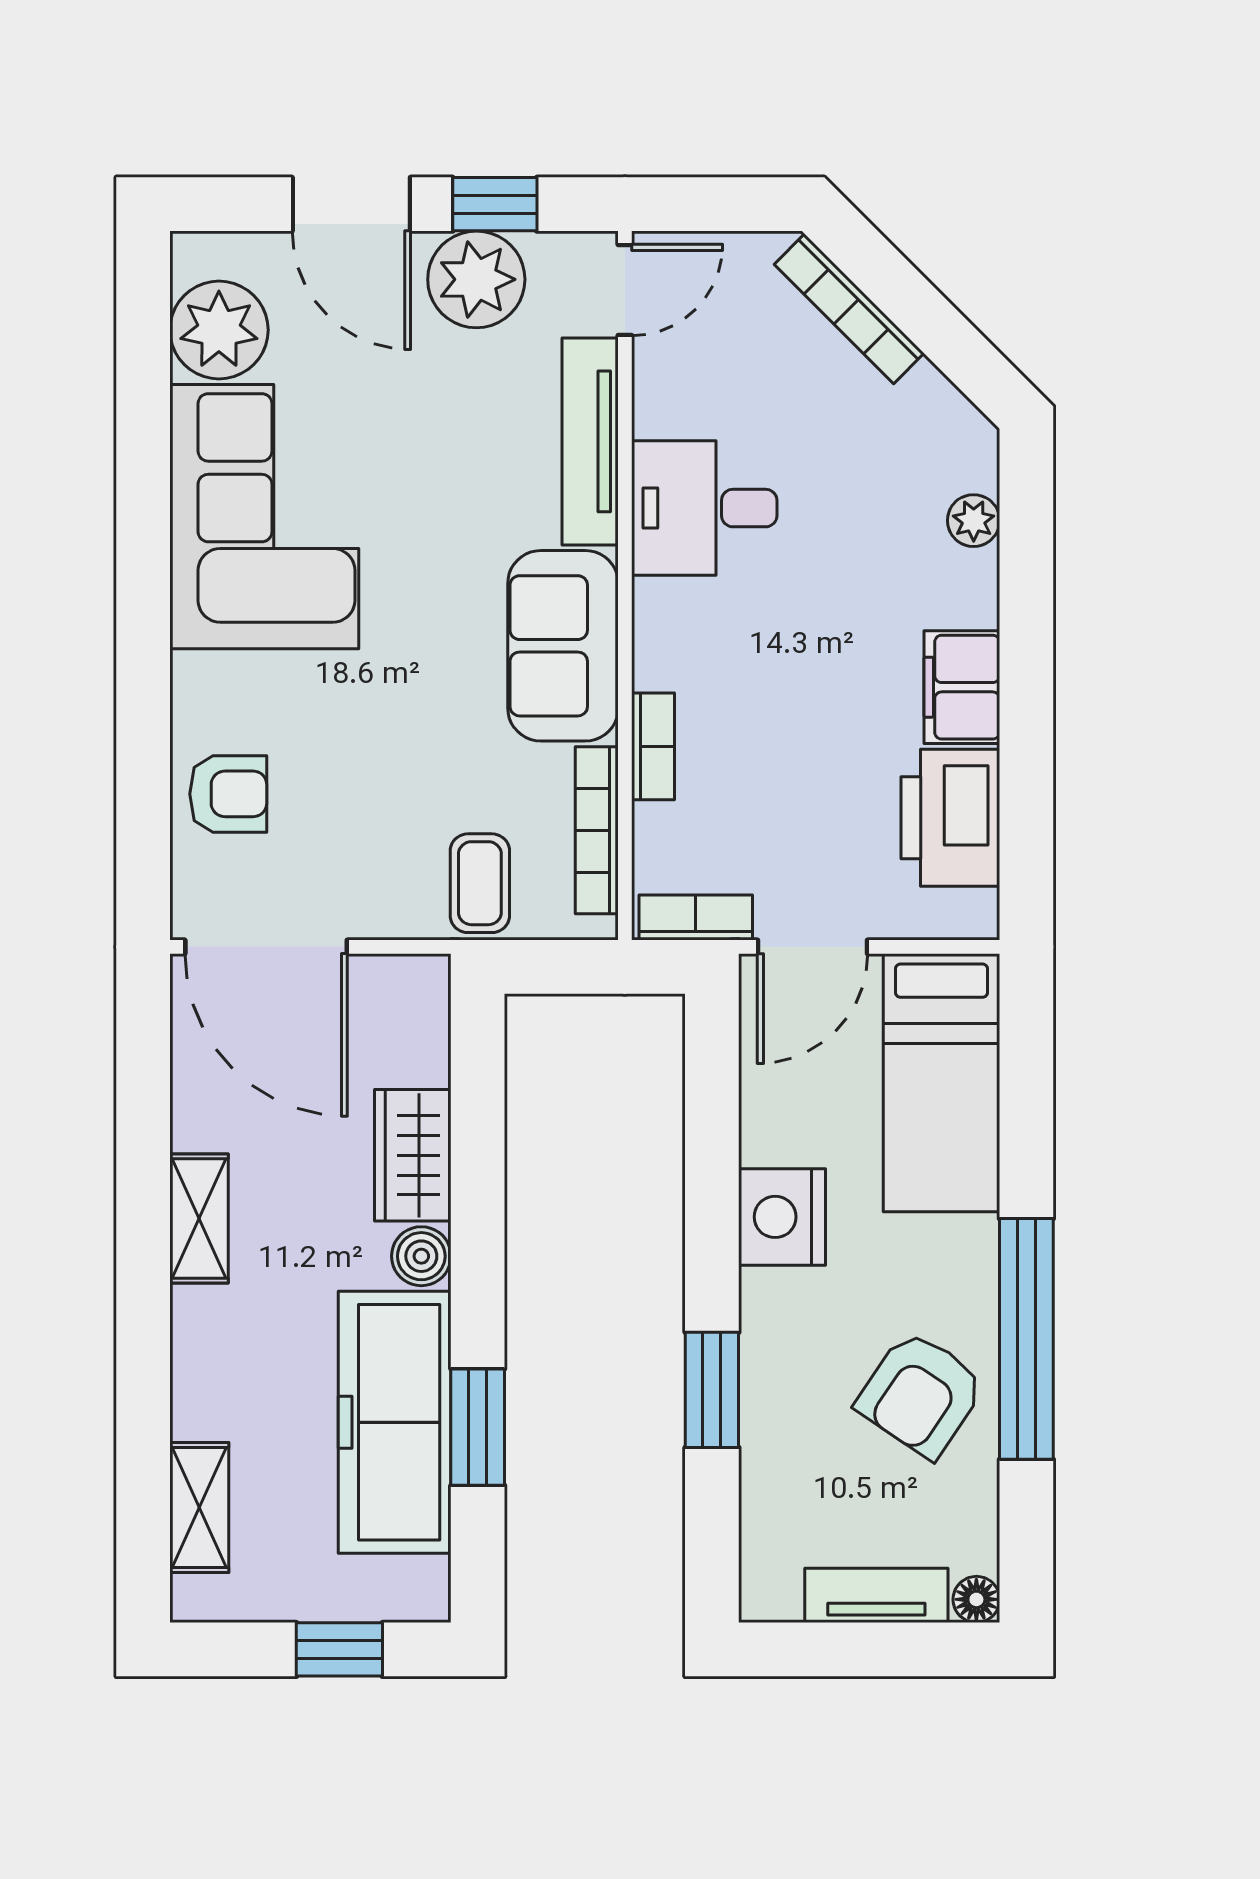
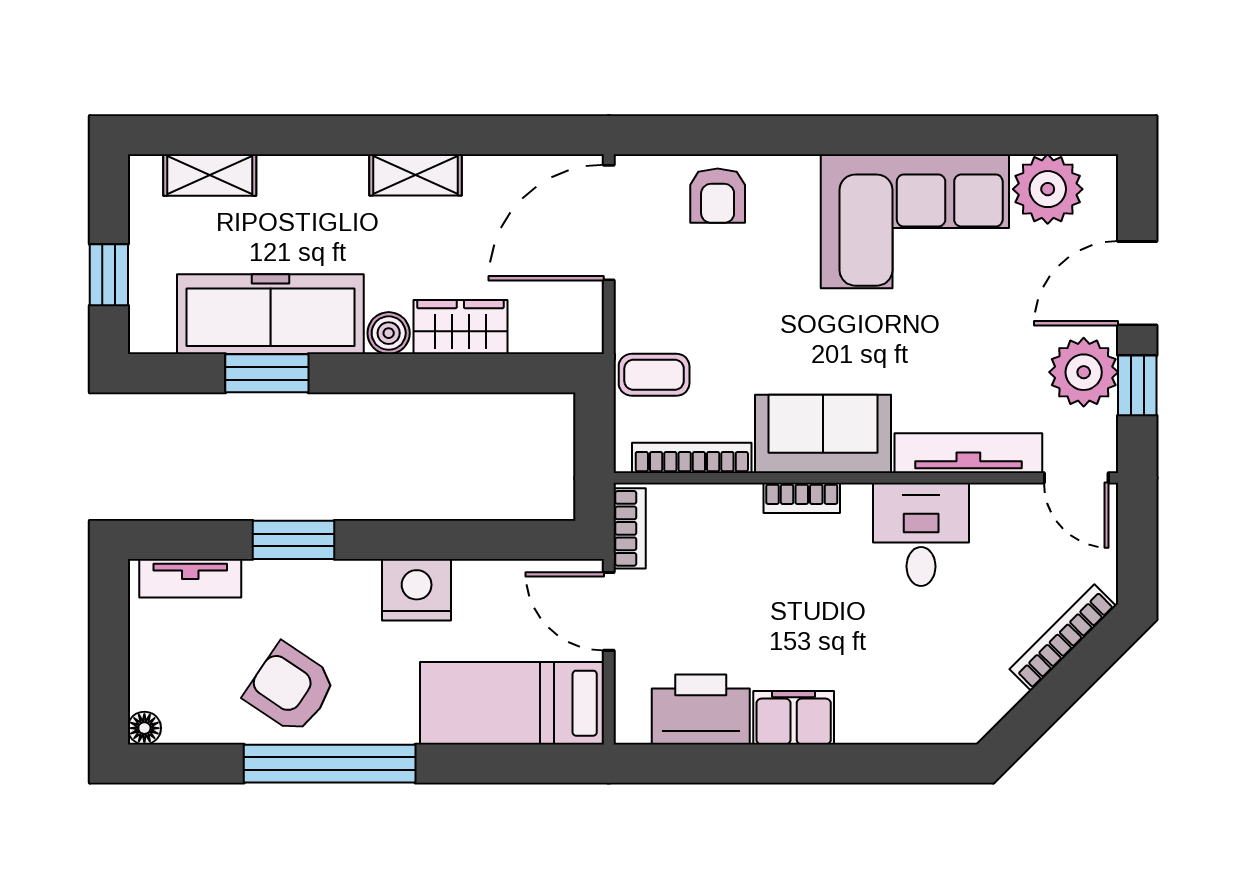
plant: (974, 521) -> (912, 726), removed
bookcase: (653, 746) -> (802, 498), moved
tv unit: (876, 1595) -> (190, 578), moved, turned 90

